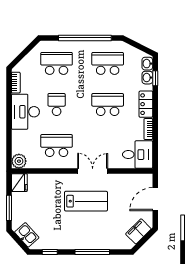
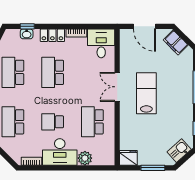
washbasin: (147, 64) -> (13, 34), removed
plant: (19, 161) -> (85, 158), moved

